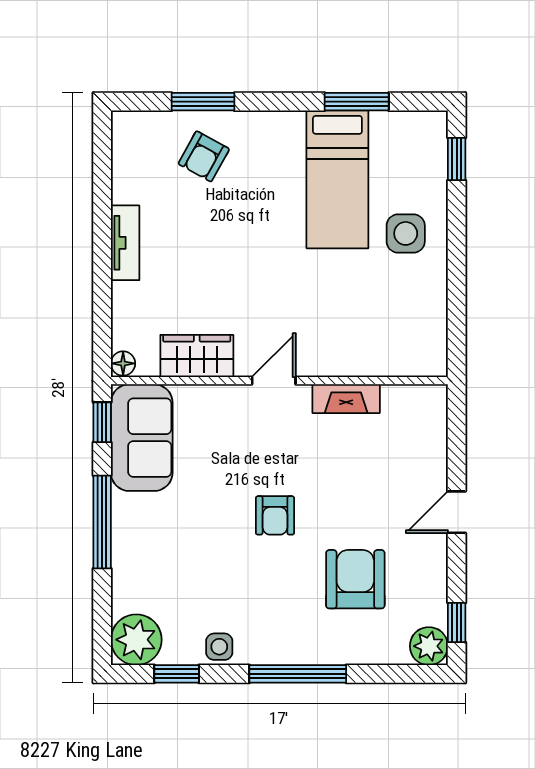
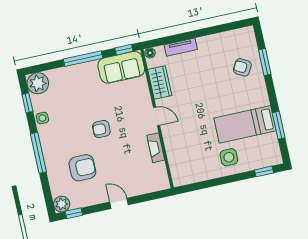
tv unit: (125, 243) -> (181, 47), moved

